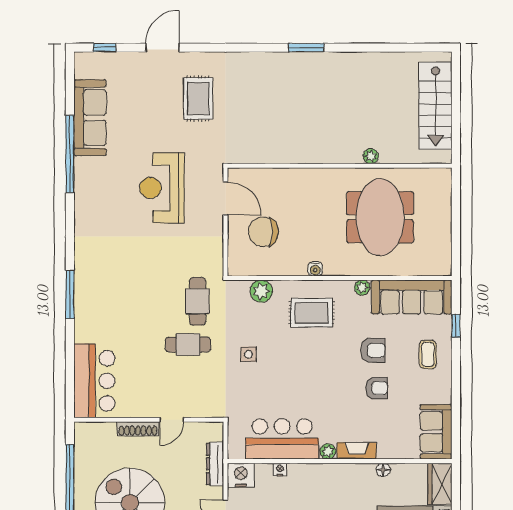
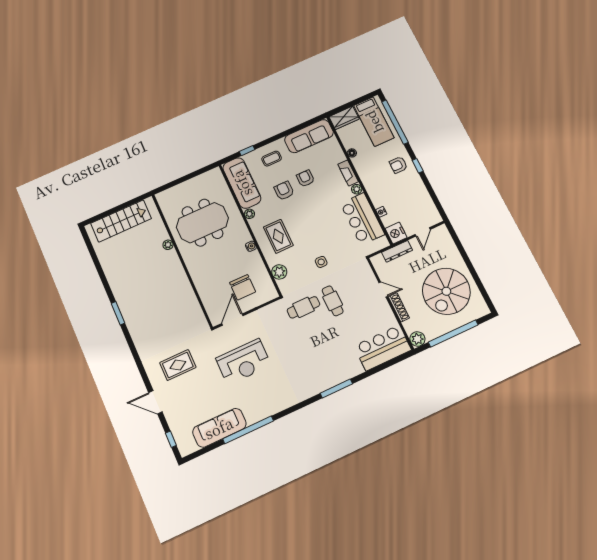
sofa: (436, 432) -> (309, 136), width x1.36
plant: (85, 433) -> (417, 339), added

